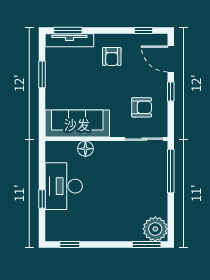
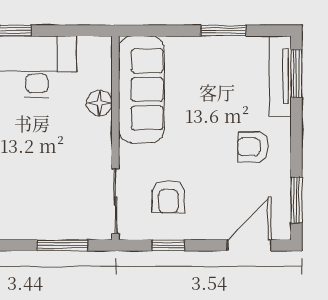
window: (144, 31) -> (296, 200), width x1.50
window: (171, 91) -> (168, 245), moved
window: (171, 171) -> (62, 245), width x0.69

